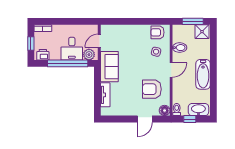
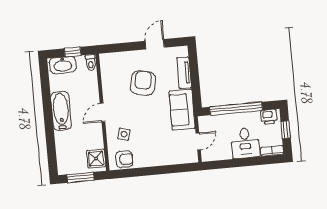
shower: (202, 32) -> (96, 159), moved
bidet: (180, 48) -> (94, 142), removed
desk: (72, 49) -> (245, 143), moved, turned 180
plant: (89, 55) -> (210, 122), removed
armchair: (152, 89) -> (143, 83), moved, turned -79
floor lamp: (165, 110) -> (106, 60), removed
door: (145, 119) -> (155, 44), moved

